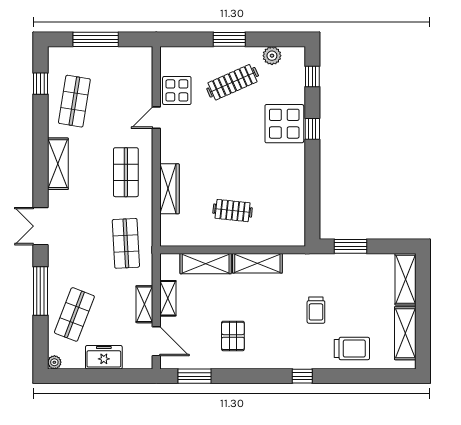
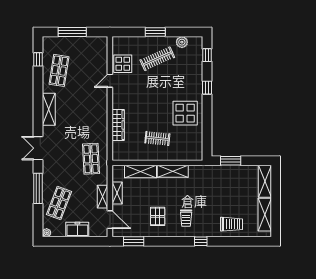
display table: (284, 124) -> (185, 113), moved
shop shelf: (126, 172) -> (91, 115), removed
trolley: (316, 310) -> (186, 218), moved

